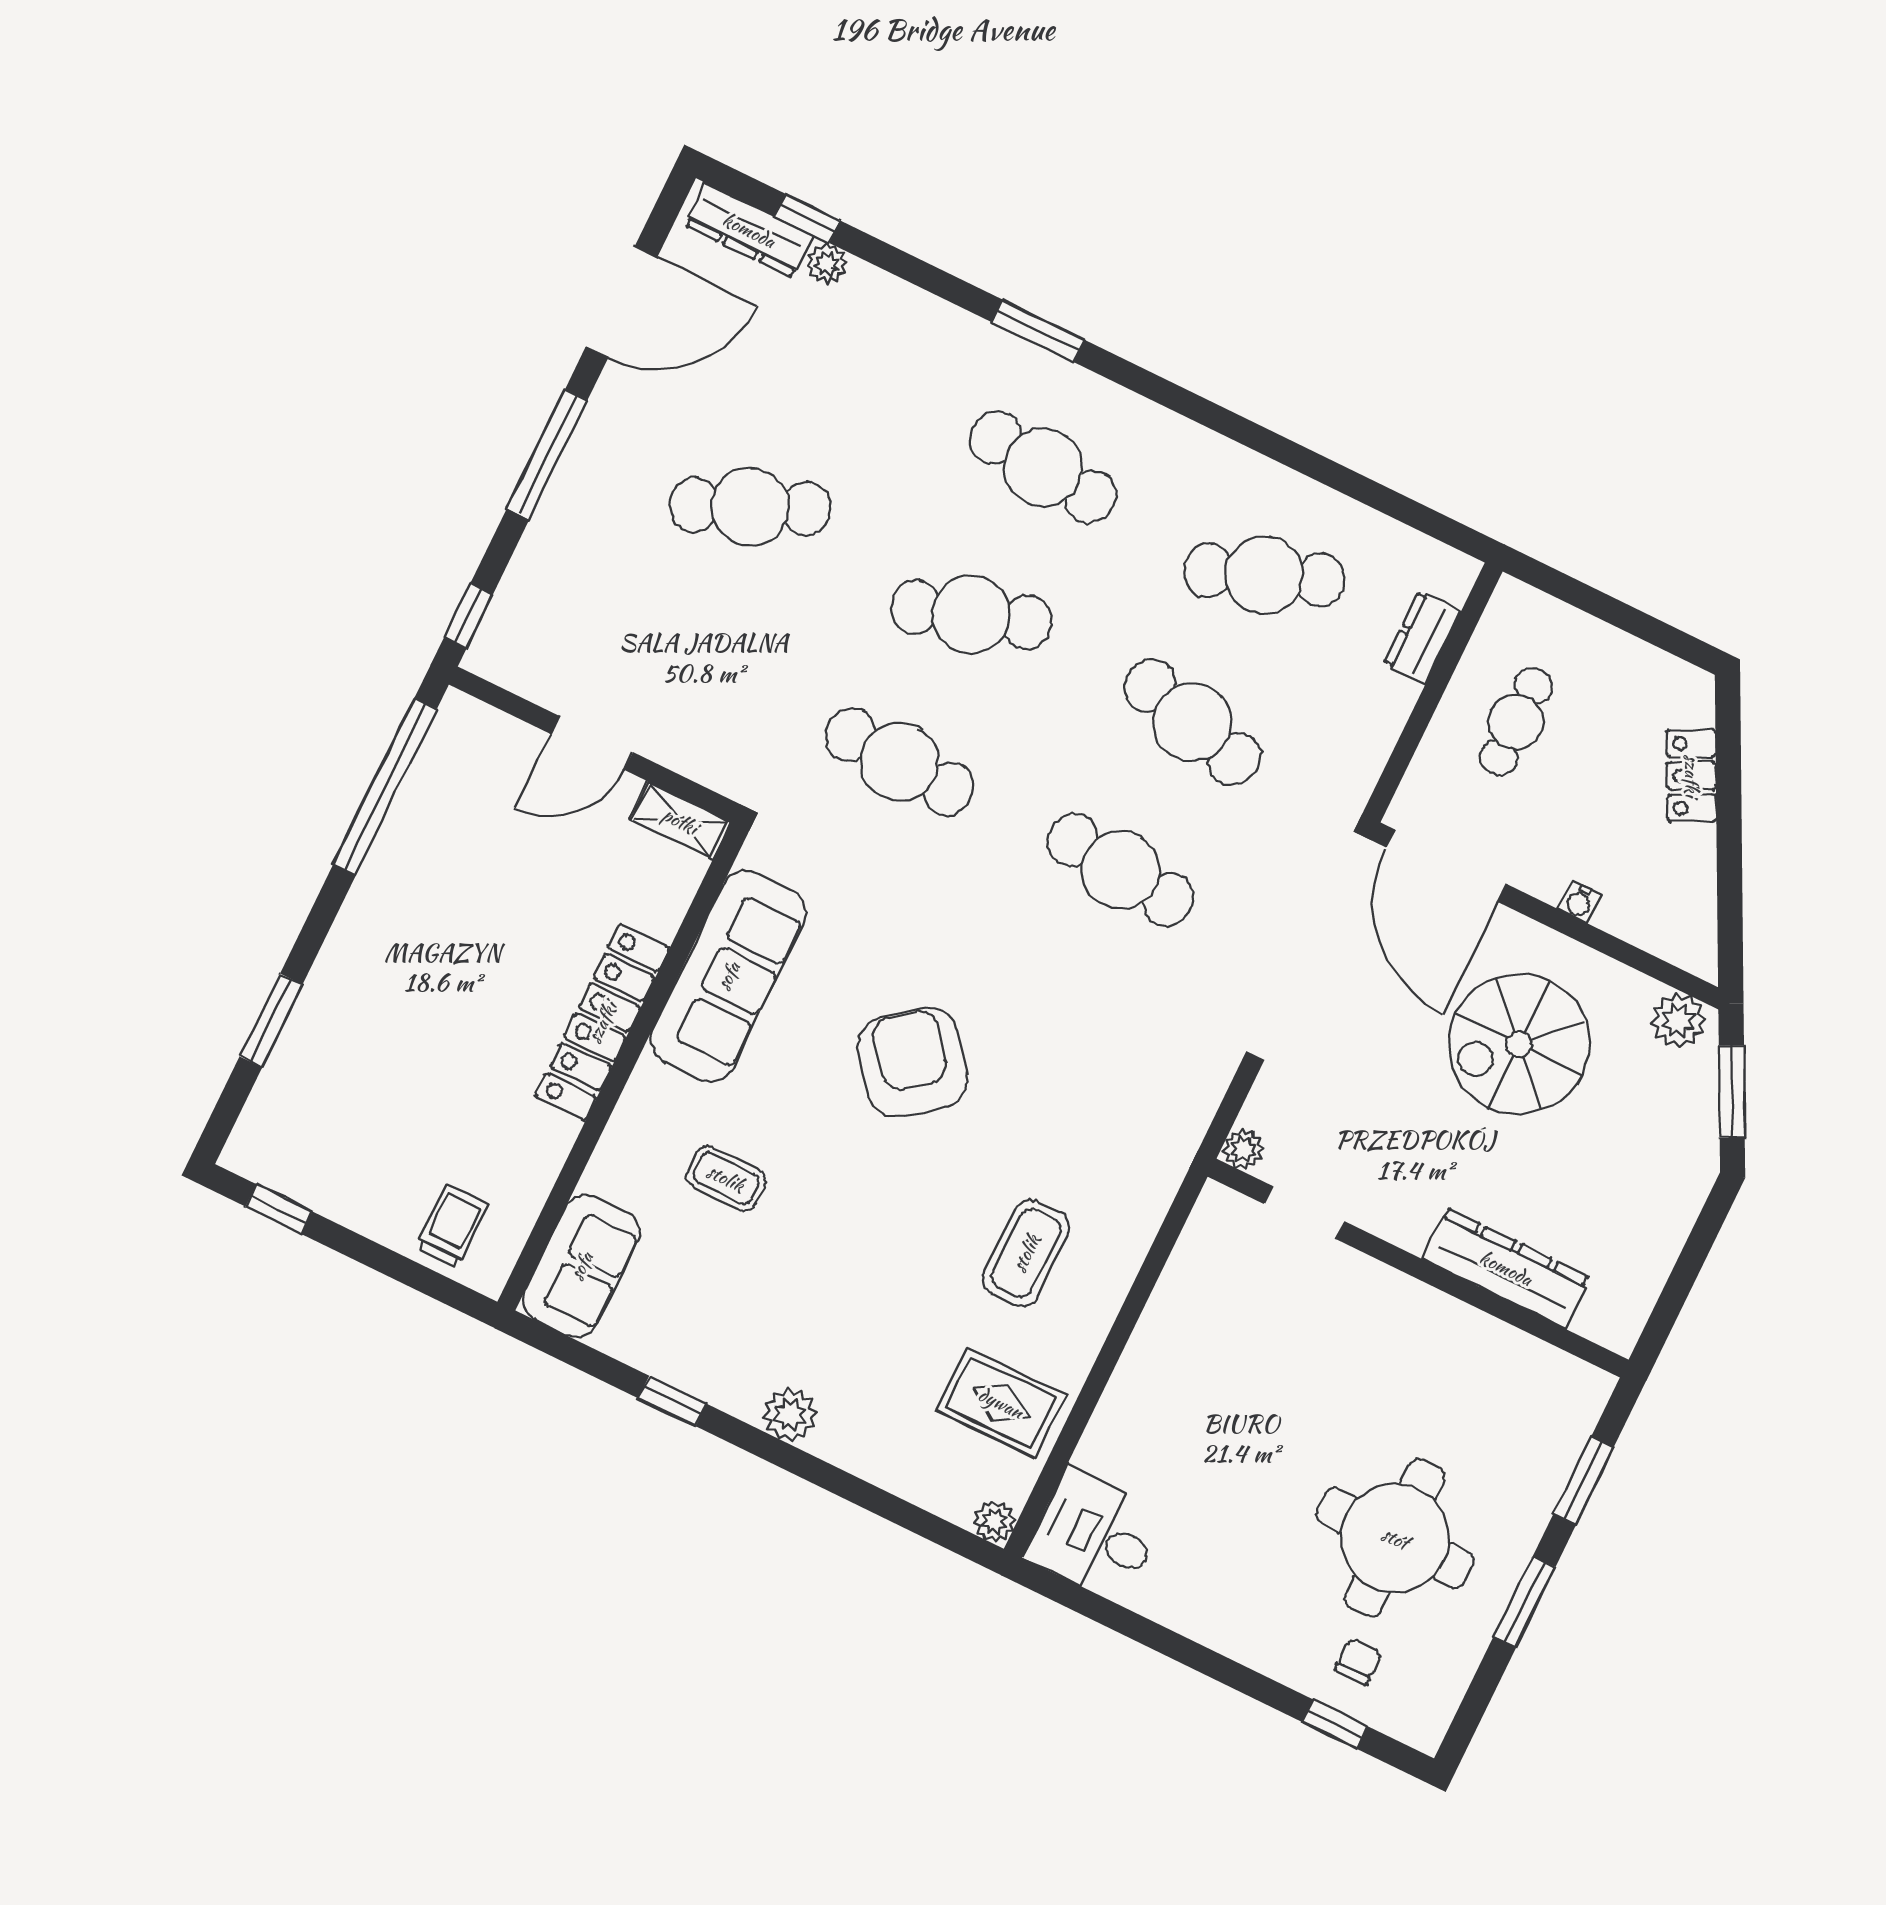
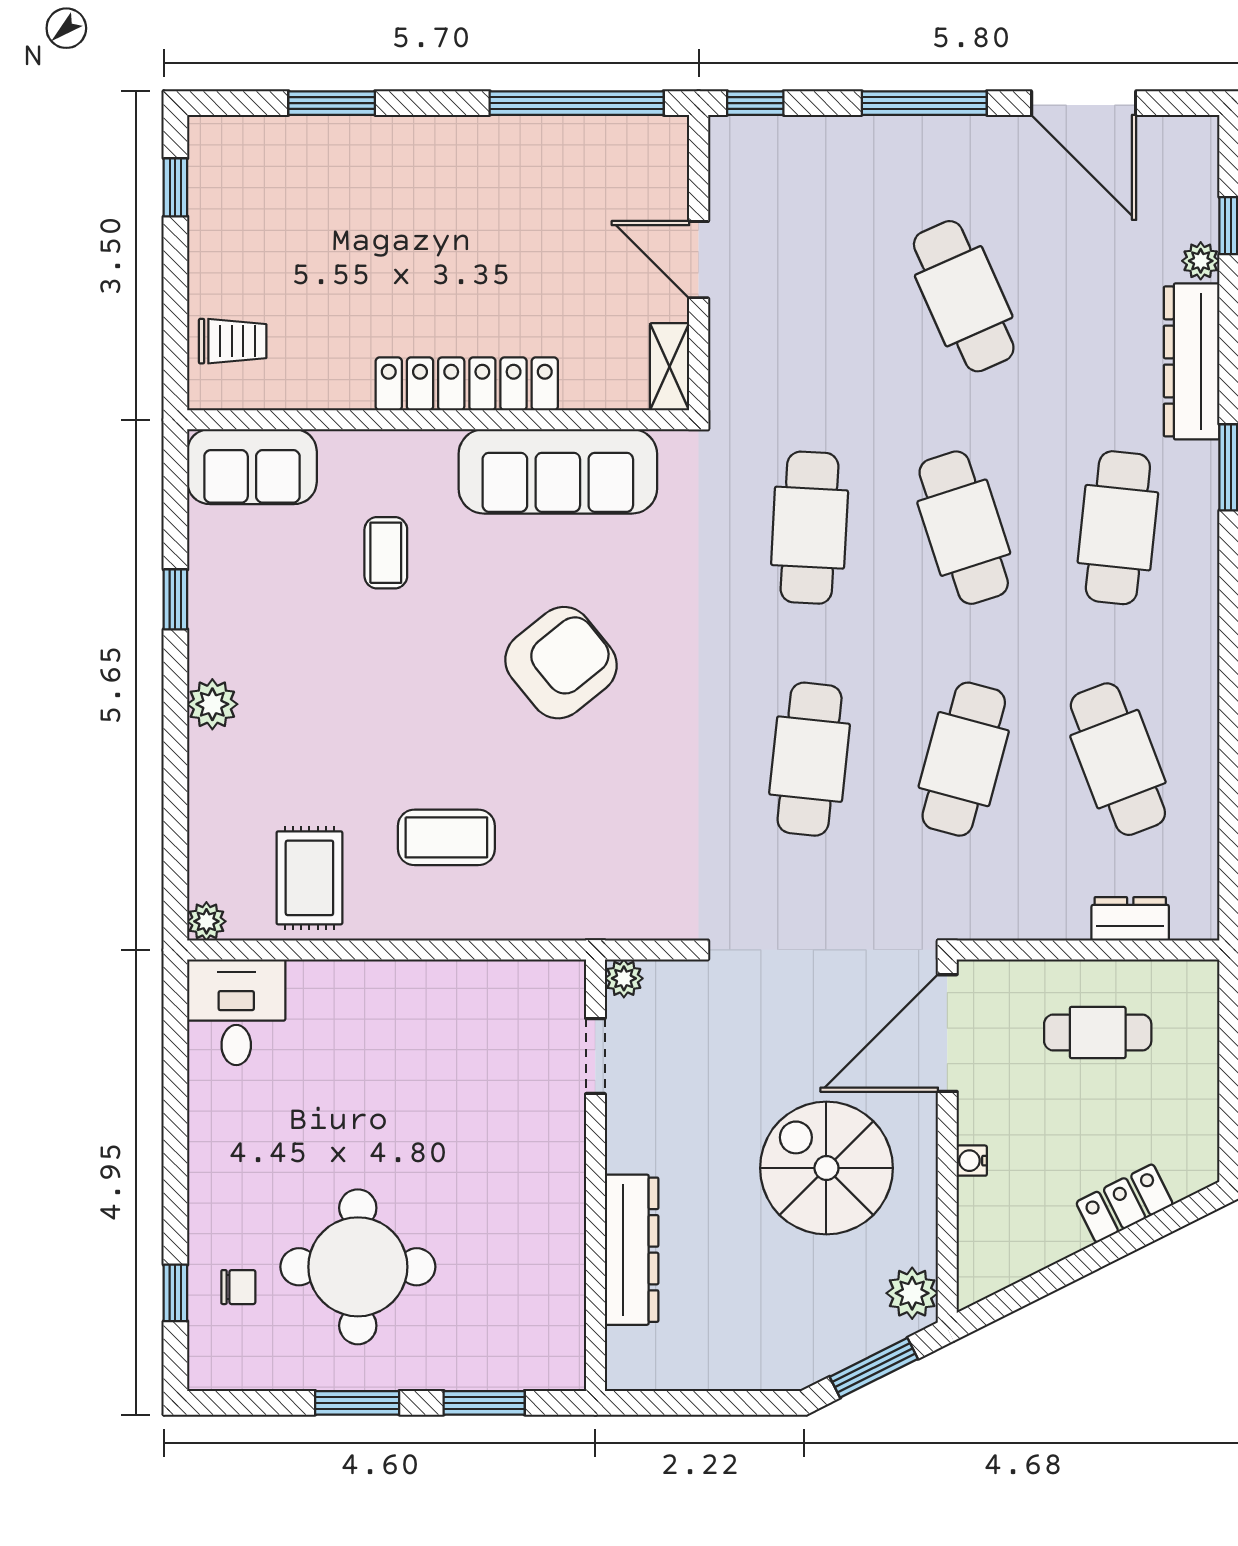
dresser: (749, 230) -> (1192, 361), moved, width x1.37, depth x1.24

